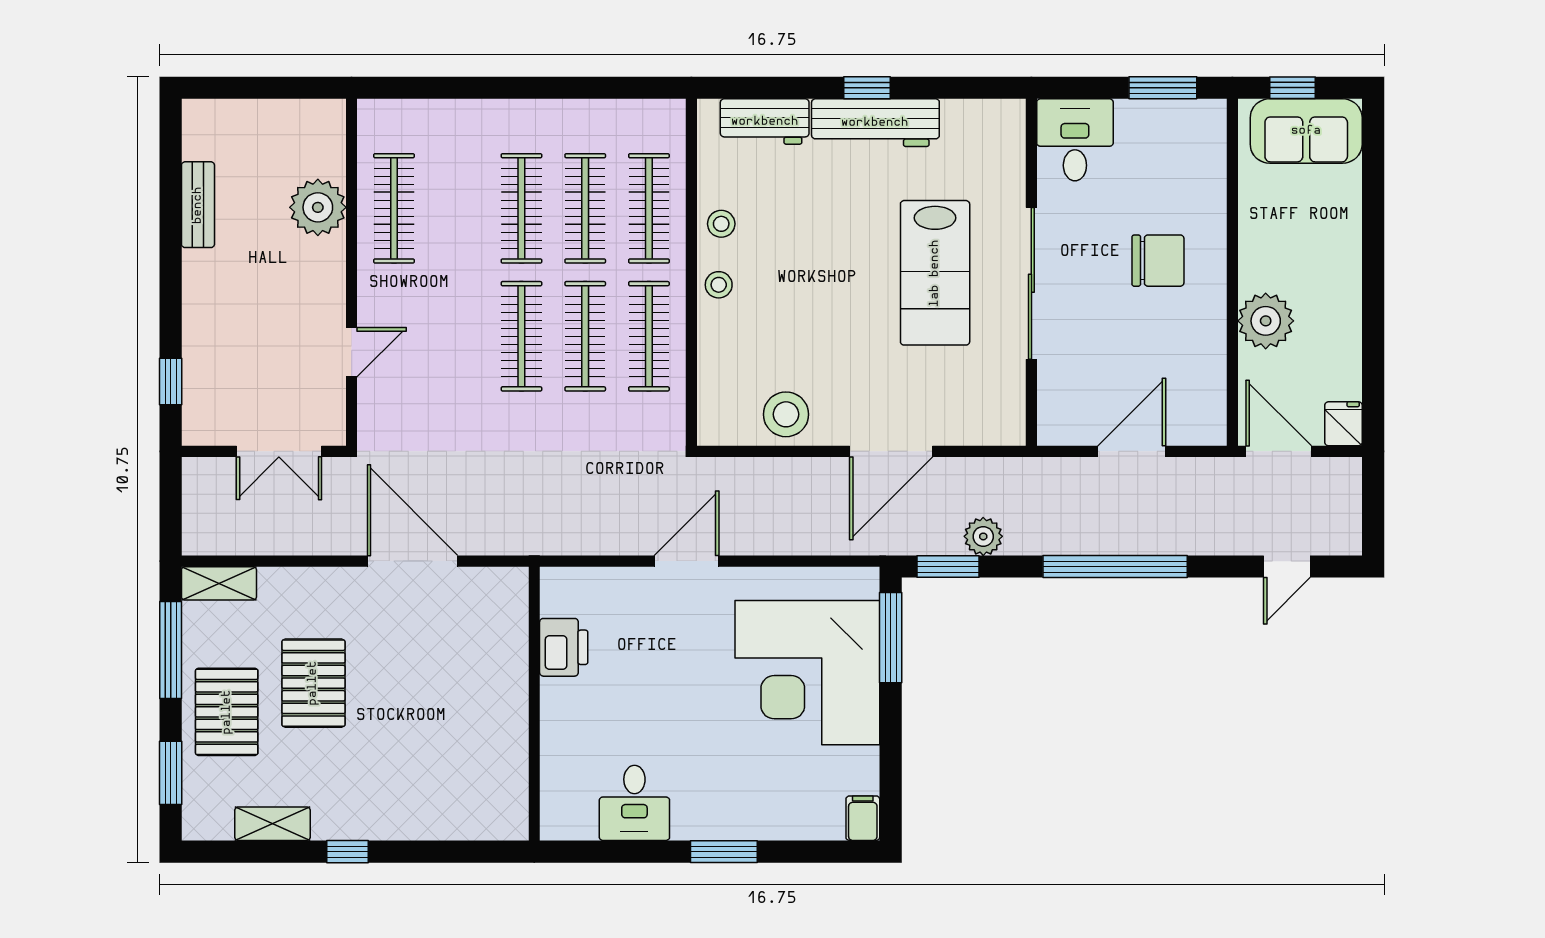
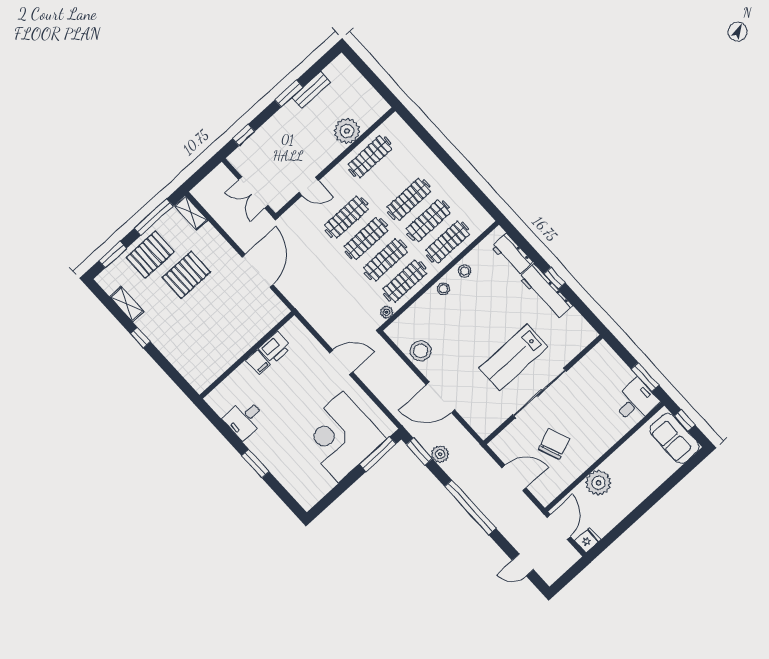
desk: (1075, 140) -> (635, 402), moved
window: (171, 246) -> (289, 94), added
chair: (1158, 261) -> (554, 444), moved, turned -111
clothes rail: (458, 336) -> (346, 217), added
plant: (672, 413) -> (386, 312), added
filing cabinet: (863, 818) -> (258, 362), moved, turned 90

